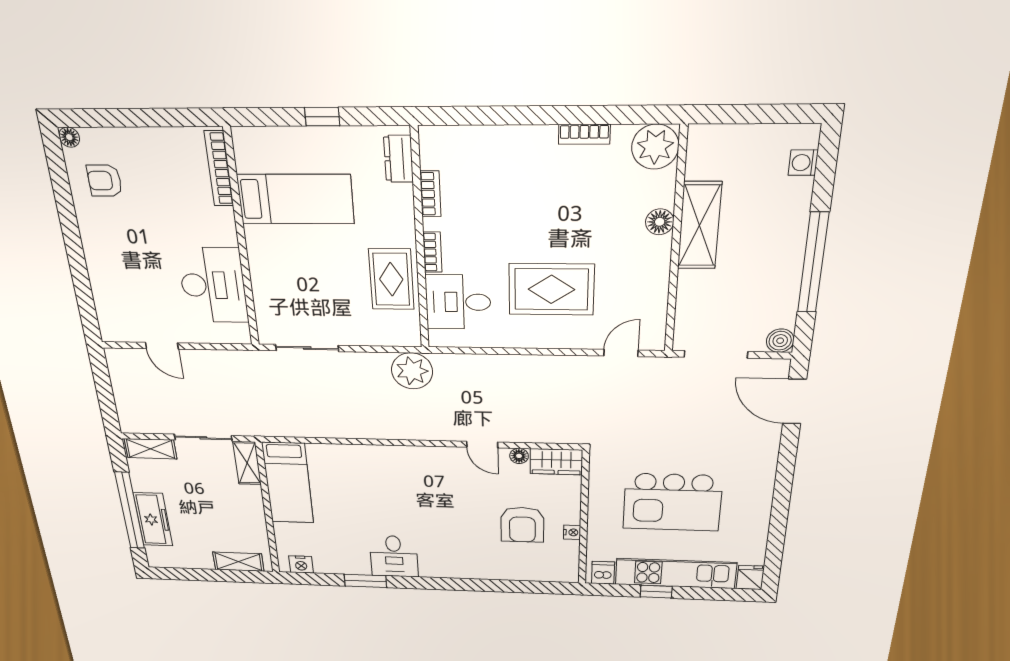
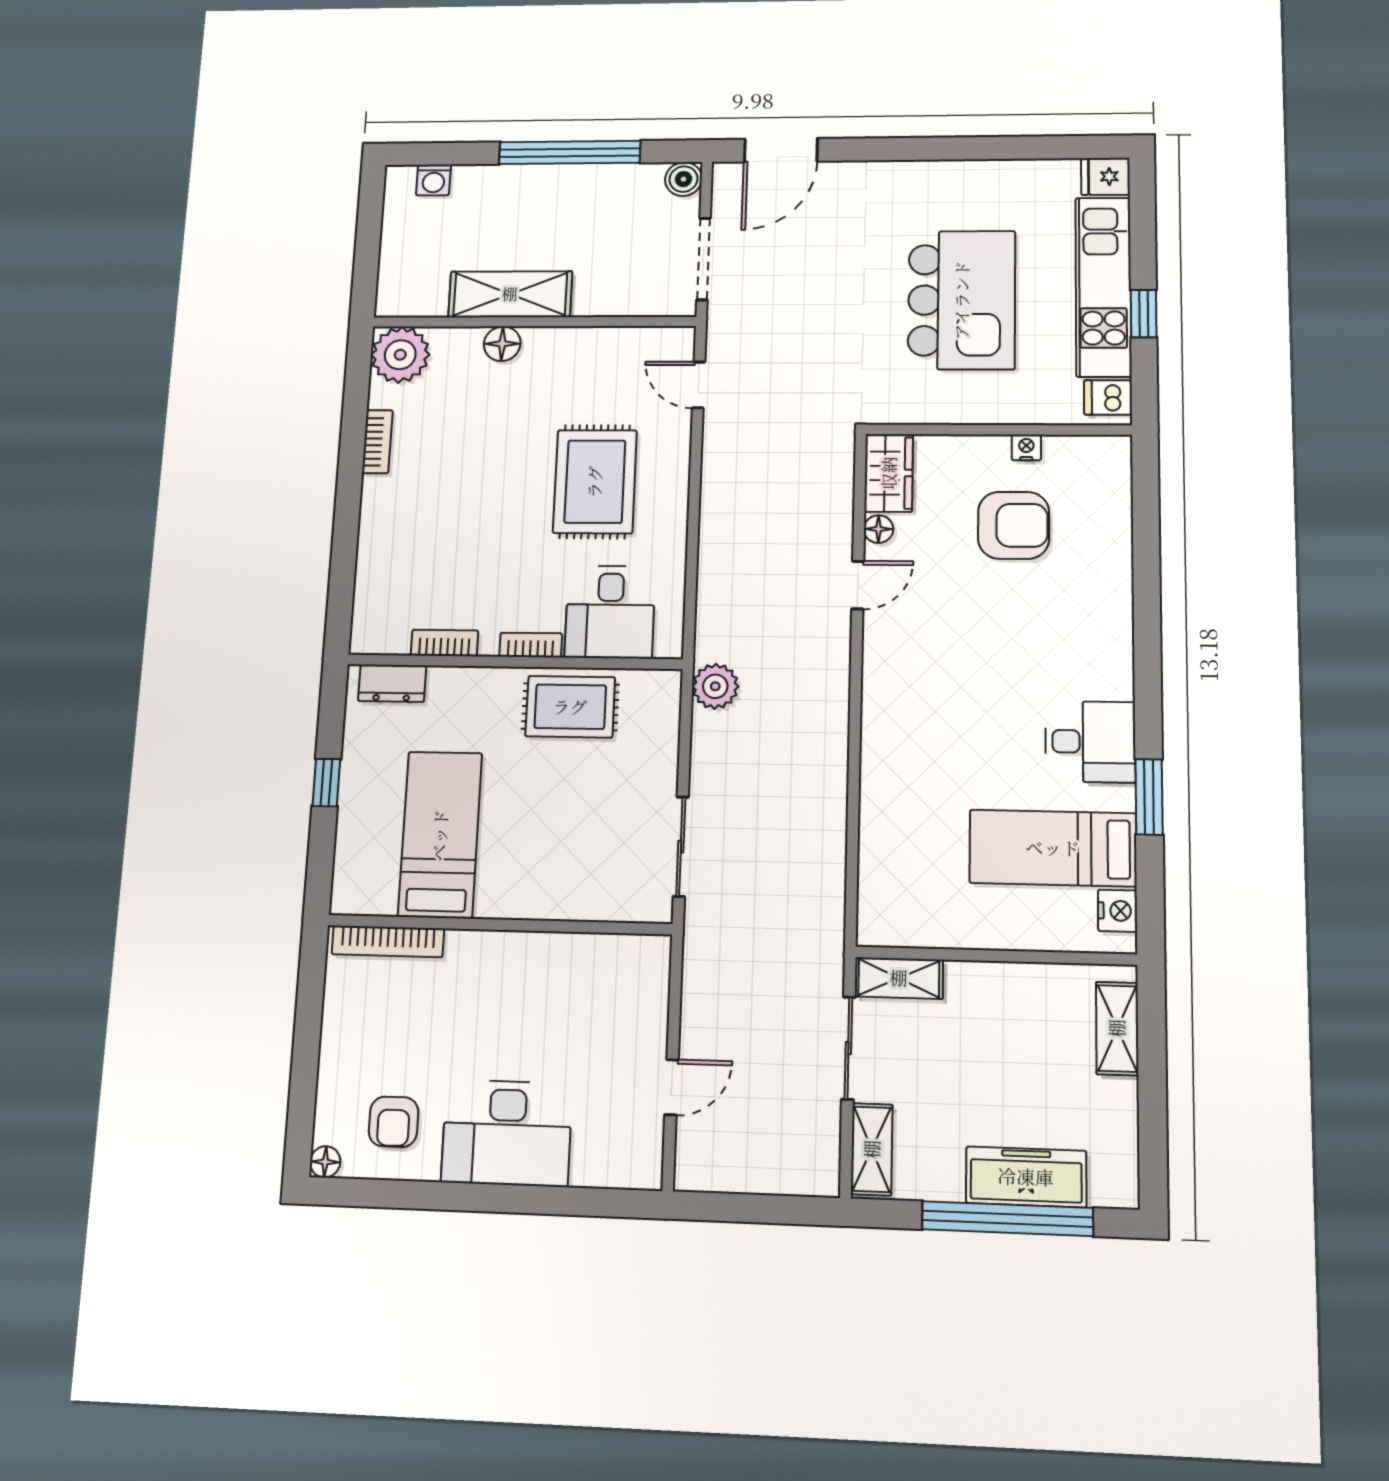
desk: (213, 285) -> (507, 1133), moved, turned 180
plant: (412, 371) -> (715, 686), width x0.73, depth x0.73
bed: (288, 483) -> (1053, 848), moved, turned 180

